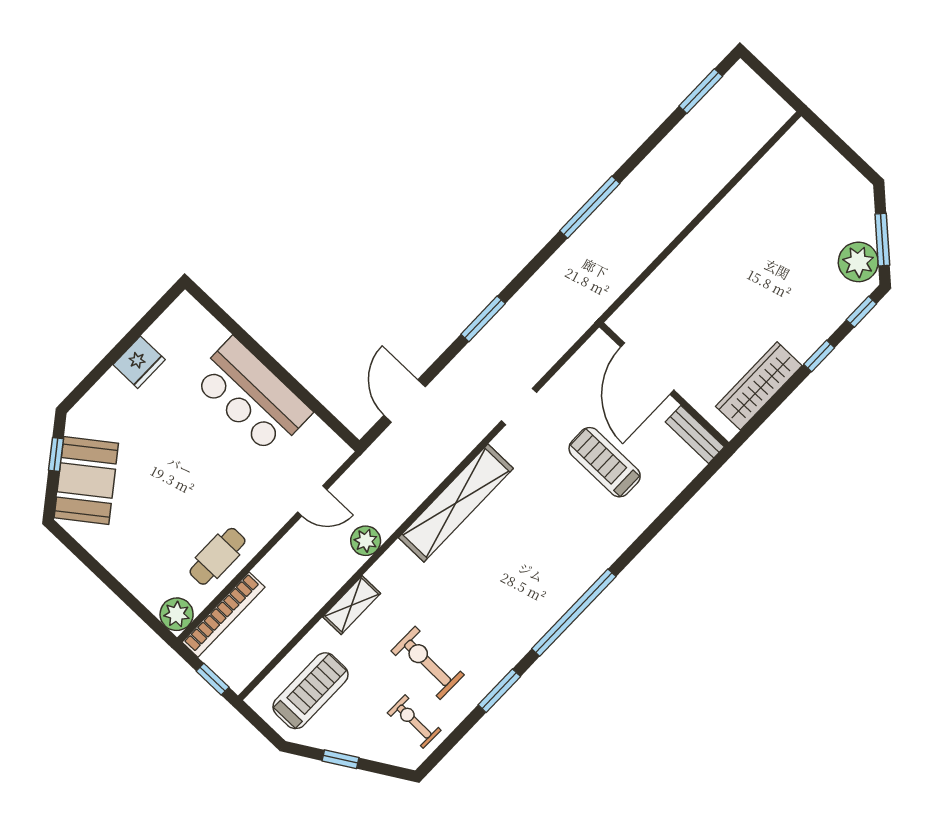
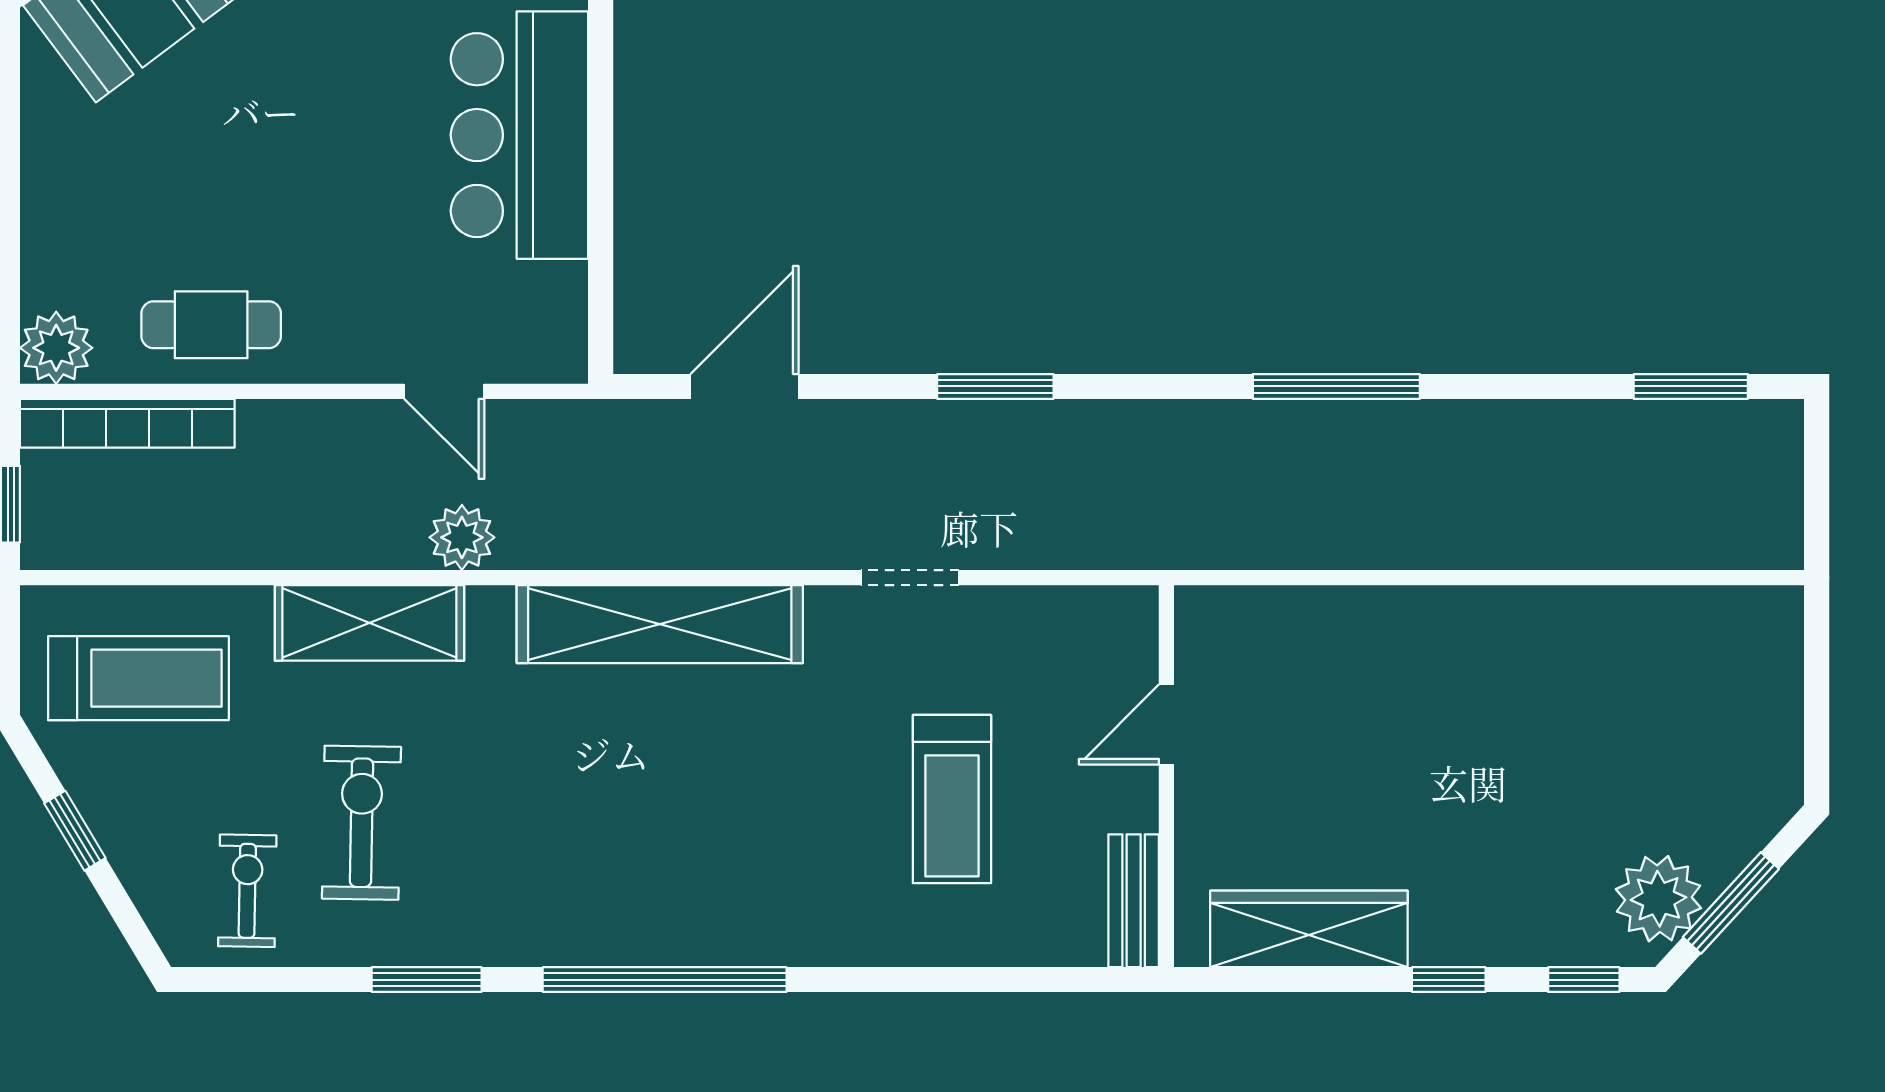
door: (647, 369) -> (1166, 724), width x0.53
treadmill: (605, 462) -> (952, 799), turned 180
shelving: (352, 605) -> (369, 623), width x1.50, depth x1.33

